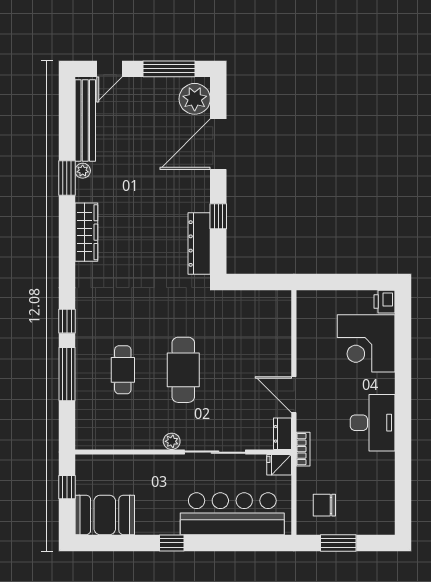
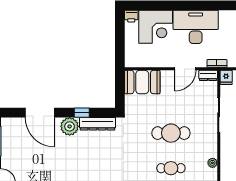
plant: (195, 99) -> (70, 126), moved
booth: (271, 320) -> (142, 82), added
desk: (373, 423) -> (196, 27), width x1.36, depth x1.30
plant: (172, 441) -> (212, 163), moved

